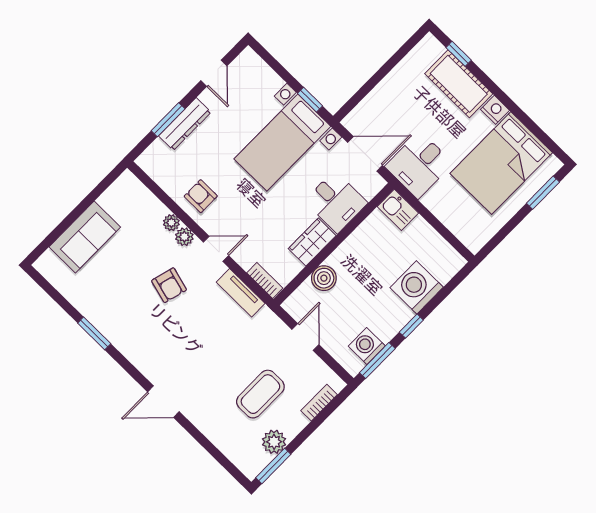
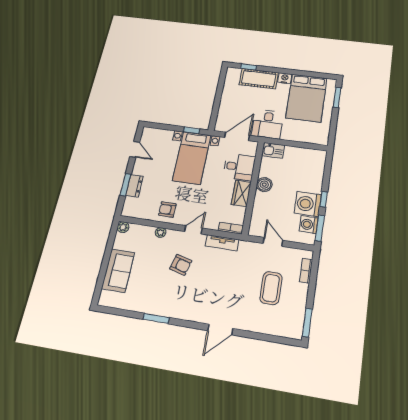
dresser: (185, 124) -> (134, 186), width x0.70
plant: (184, 237) -> (123, 227), moved
boiler: (324, 278) -> (264, 185), moved
washing machine: (417, 287) -> (308, 204), moved
plant: (274, 442) -> (298, 309), removed

